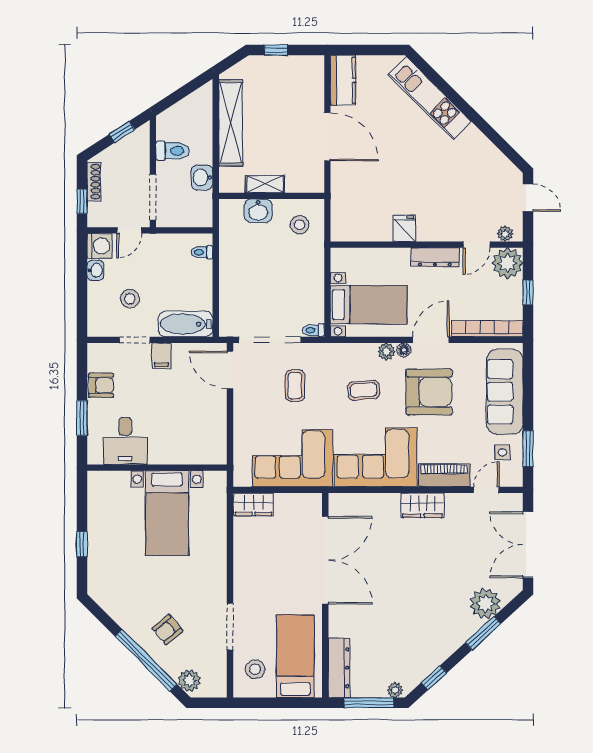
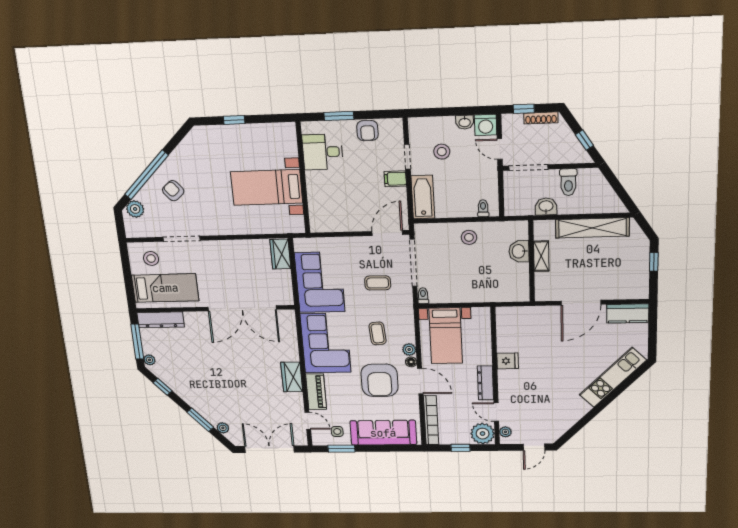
stool: (300, 225) -> (469, 237), moved
plant: (485, 604) -> (223, 428), width x0.53, depth x0.53

